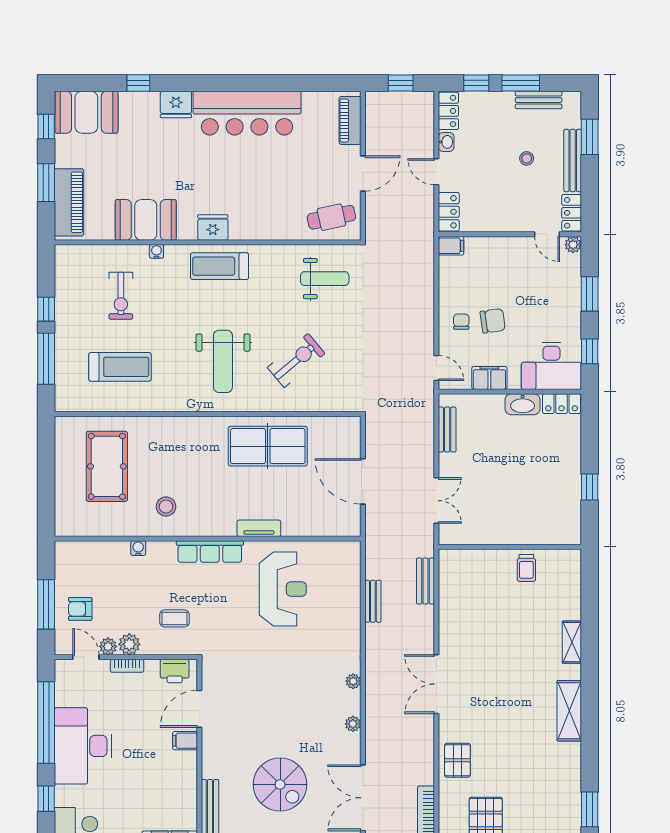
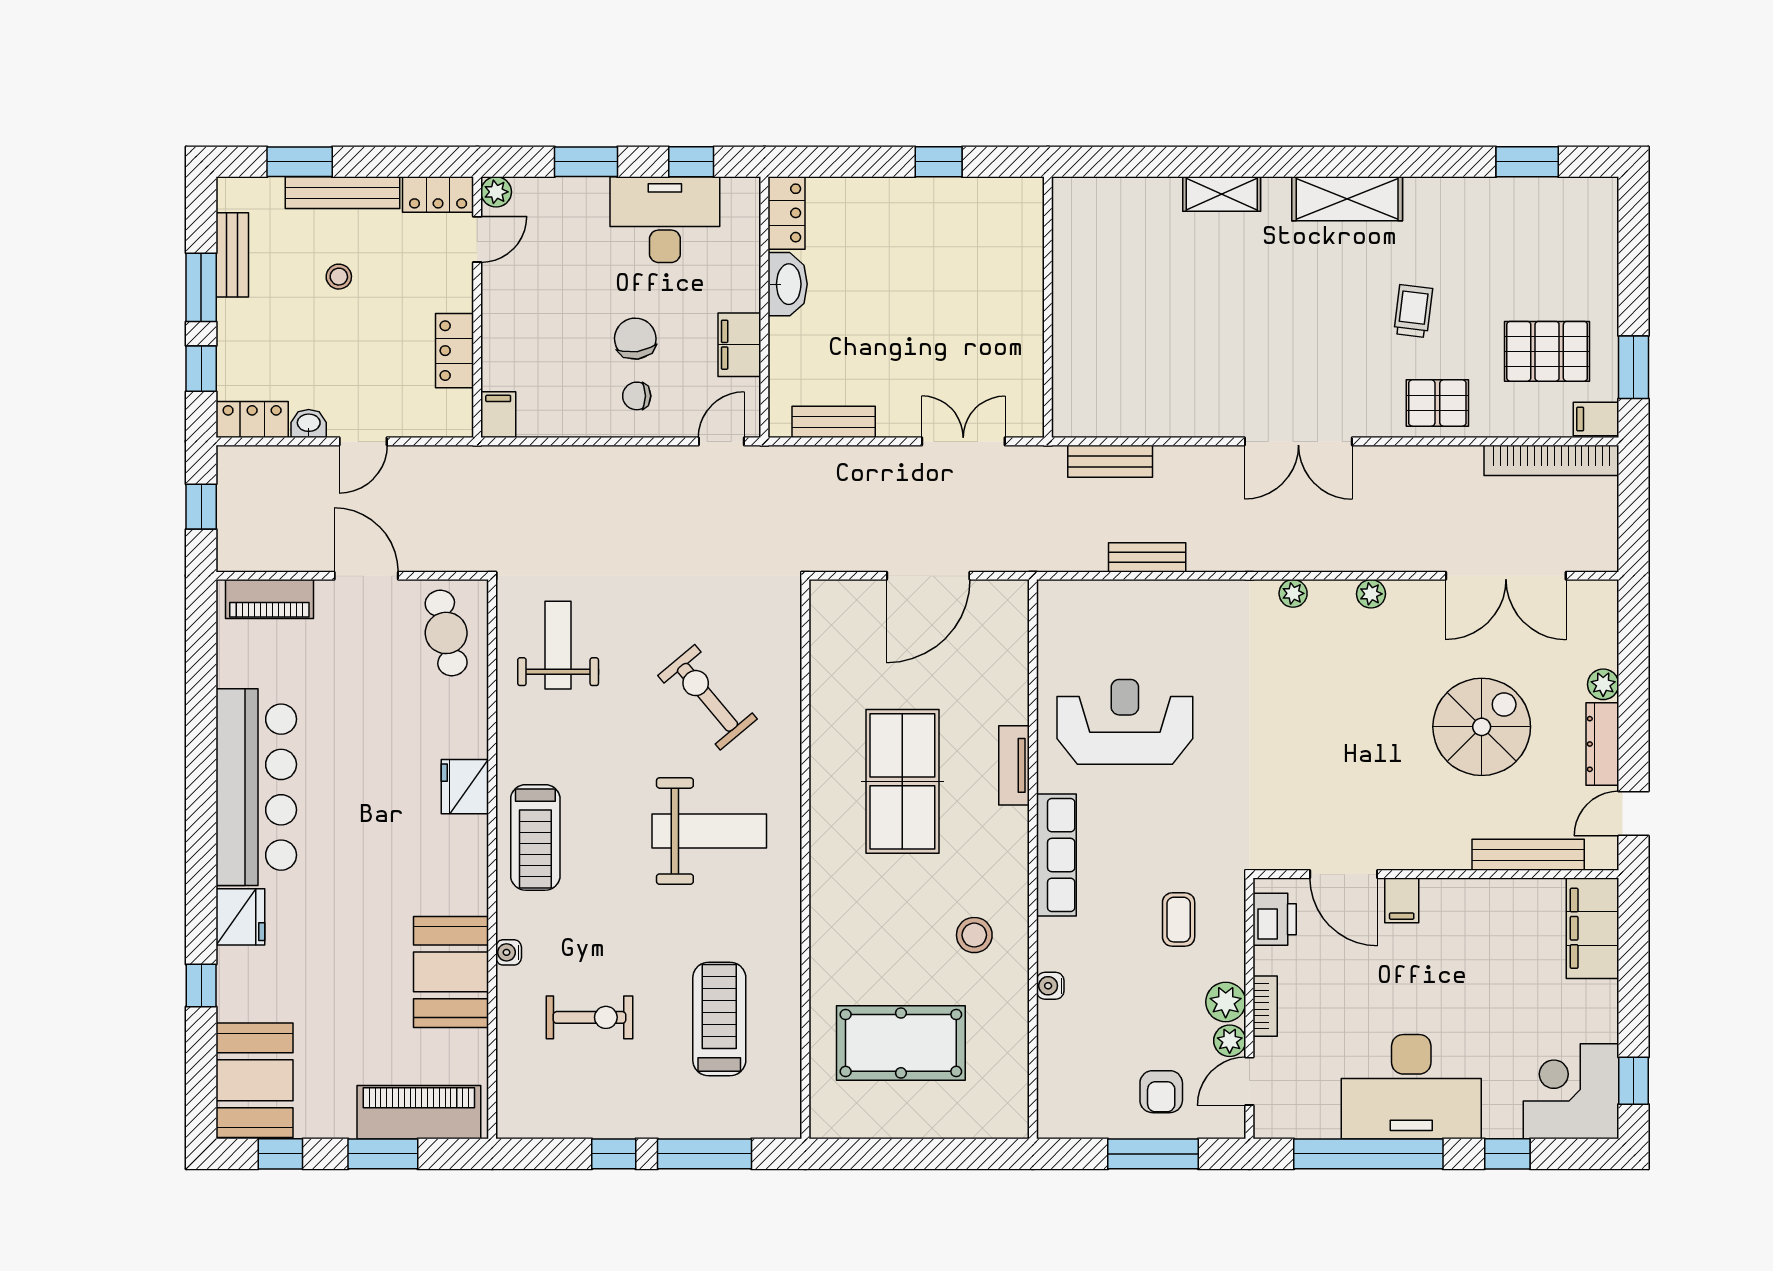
locker: (449, 212) -> (455, 351), moved, turned -90
fridge: (213, 228) -> (465, 787), moved
desk: (551, 366) -> (665, 220), moved, turned -90
table tennis table: (268, 446) -> (902, 781), moved
trolley: (526, 568) -> (1413, 311), moved, turned -83

